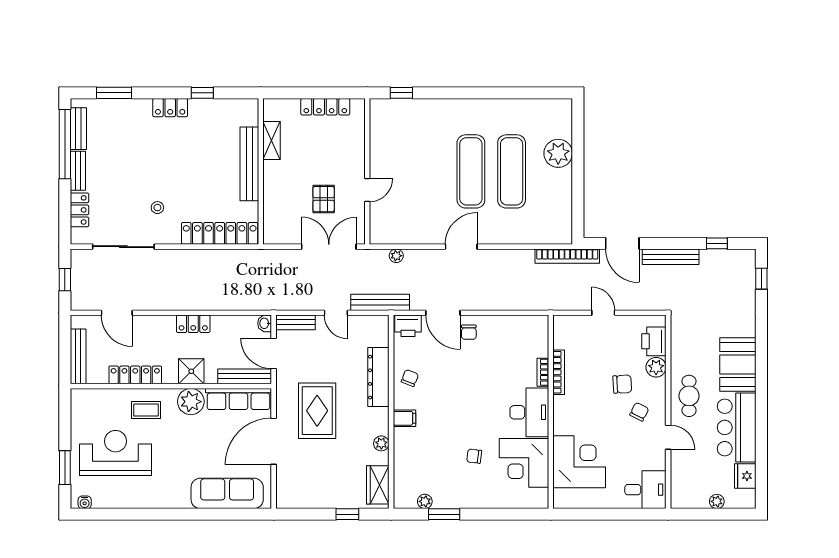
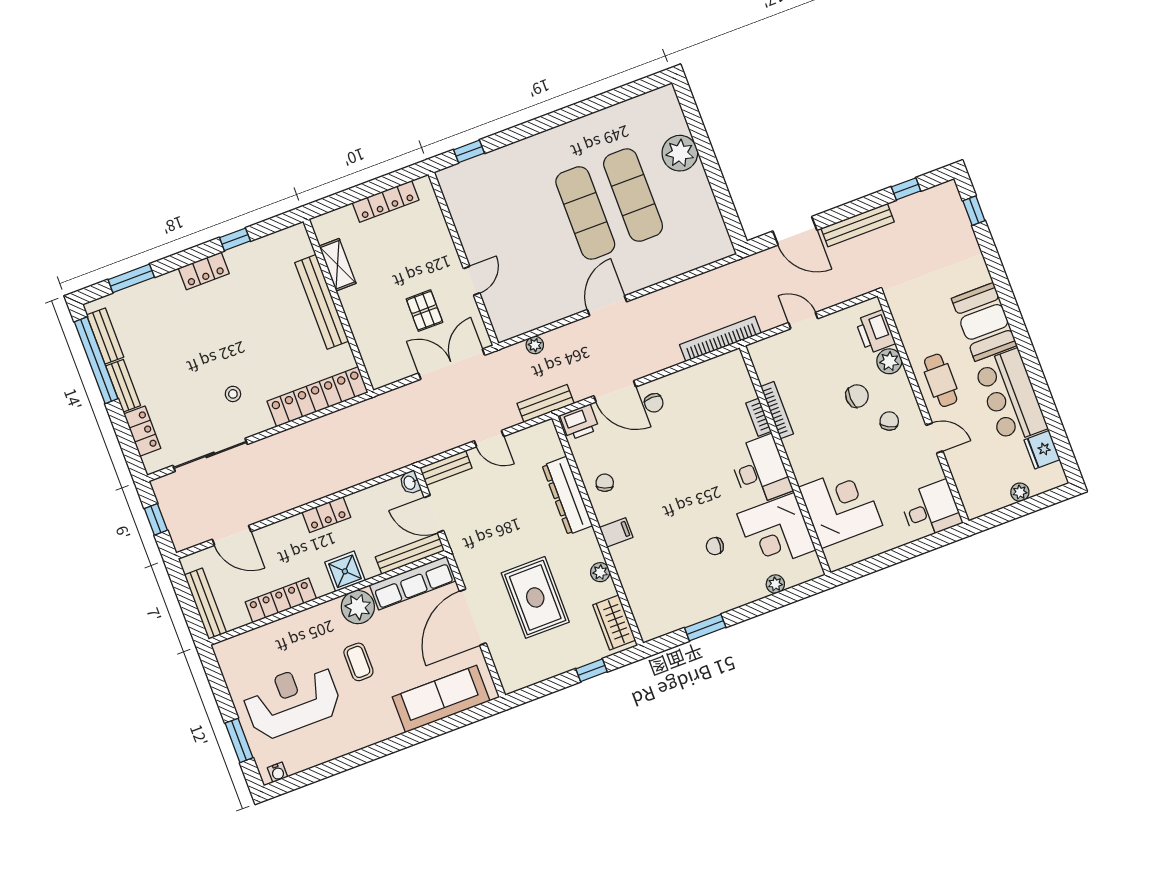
bookcase: (567, 256) -> (720, 339), moved, turned 180
bench: (380, 302) -> (546, 403), width x0.73
coffee table: (146, 410) -> (358, 662), moved, turned 90
rug: (317, 411) -> (535, 597), moved
plant: (425, 501) -> (775, 584), moved

